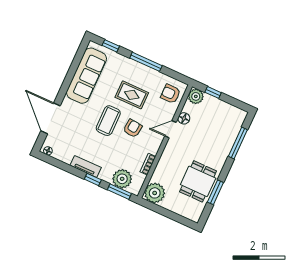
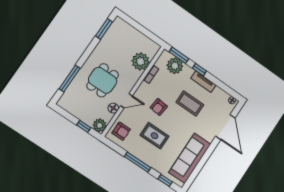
coffee table: (108, 121) -> (190, 104), moved, turned 90
dining table: (198, 181) -> (103, 80), moved
window: (215, 192) -> (104, 29), moved
plant: (155, 193) -> (141, 61), moved

